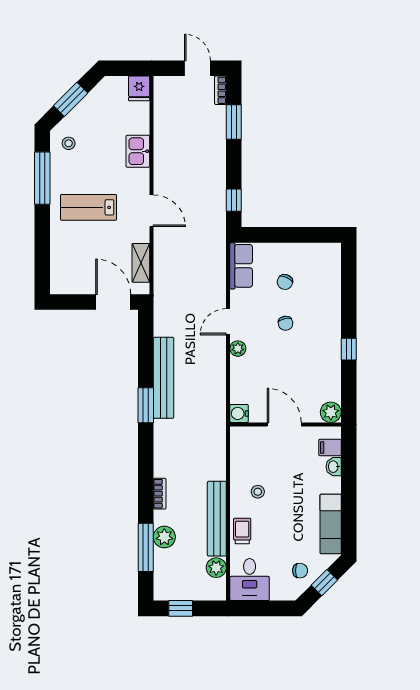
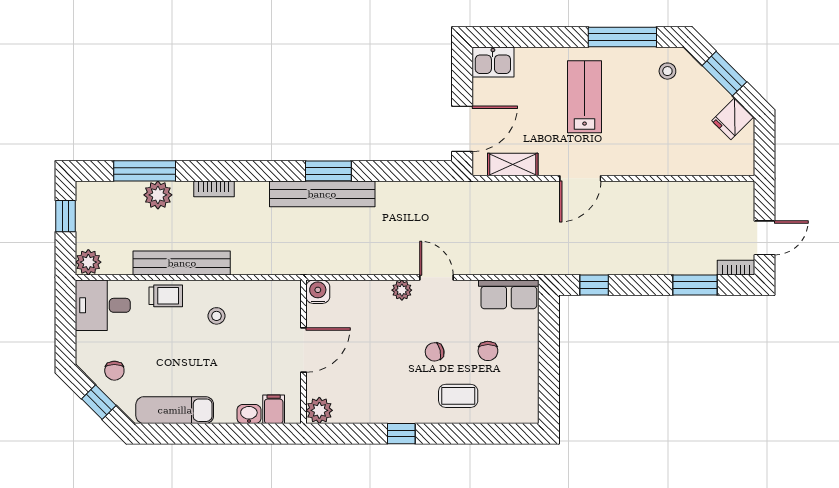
fridge: (139, 88) -> (733, 119), moved, turned -45
kitchen sink: (138, 151) -> (493, 62), moved, turned 180
chair: (285, 282) -> (488, 351), turned -115
coffee table: (320, 305) -> (458, 396), added
bench: (164, 378) -> (322, 194), moved
plant: (216, 568) -> (88, 262), moved

